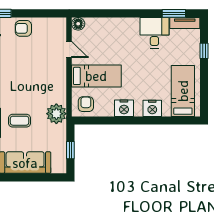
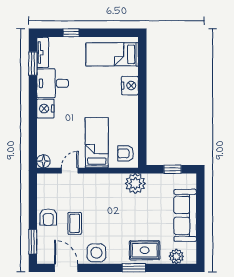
nightstand: (124, 108) -> (45, 109), moved, turned 180
coffee table: (20, 121) -> (75, 223), moved

